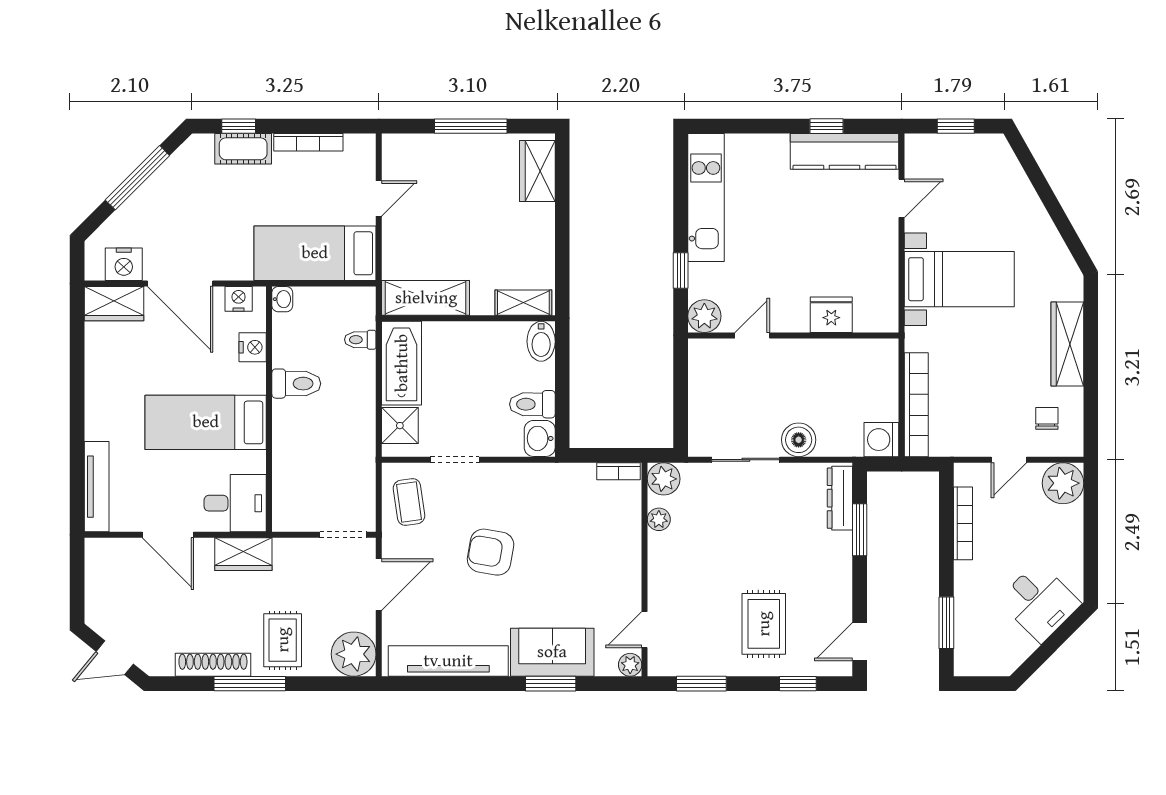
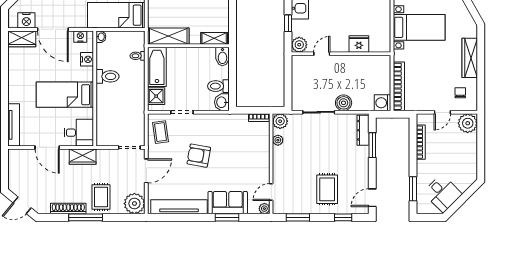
desk: (1039, 602) -> (443, 193), moved

